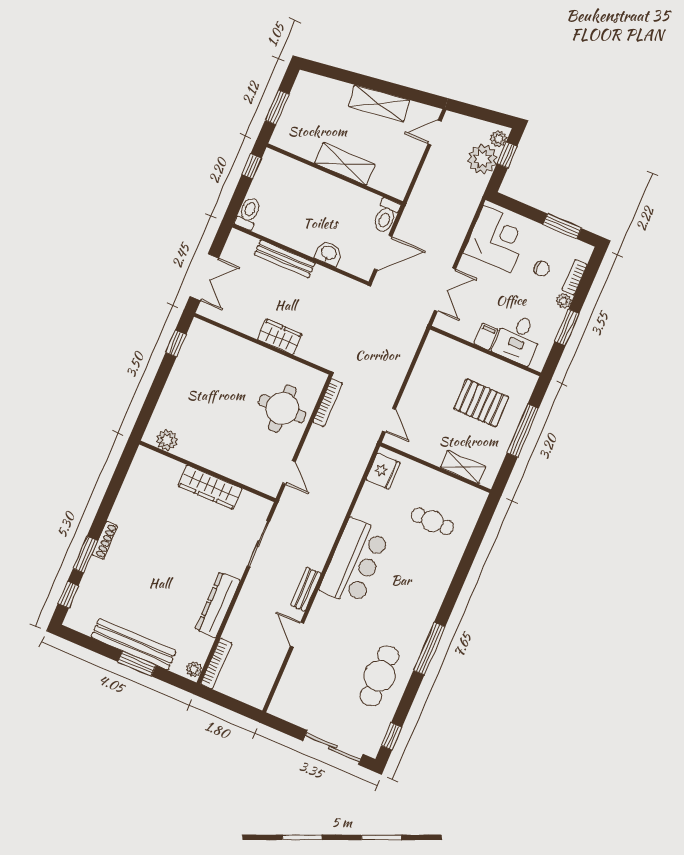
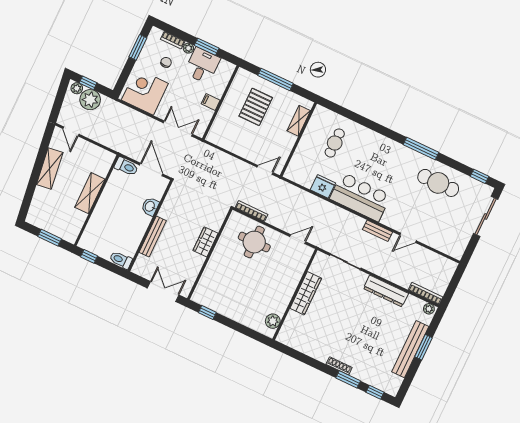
desk: (518, 339) -> (202, 66), moved, turned -90
fridge: (383, 471) -> (323, 186), moved

